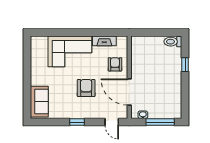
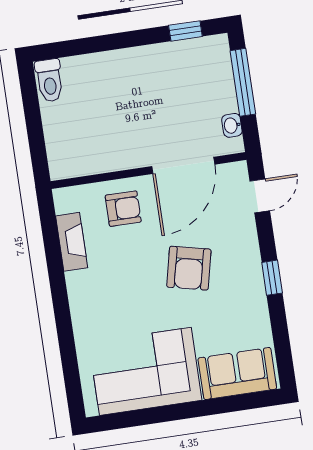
corner sofa: (70, 51) -> (145, 371), moved, turned -90
armchair: (115, 64) -> (123, 209), turned 180
window: (185, 65) -> (185, 31), moved
armchair: (86, 88) -> (189, 268), turned -77

